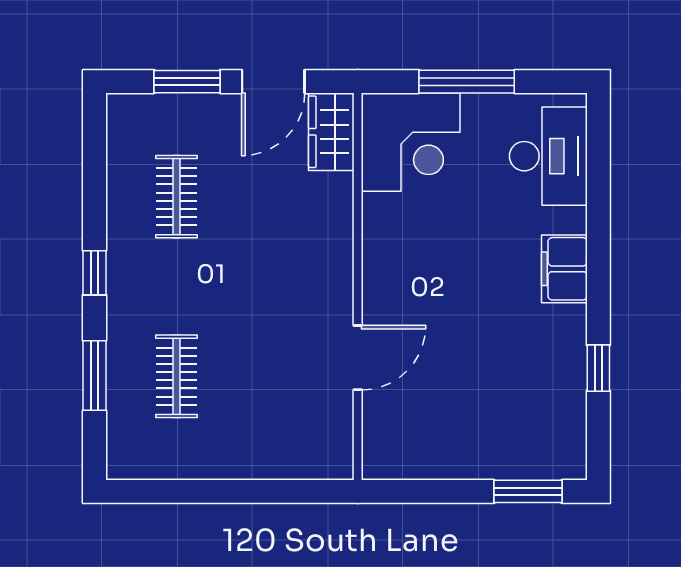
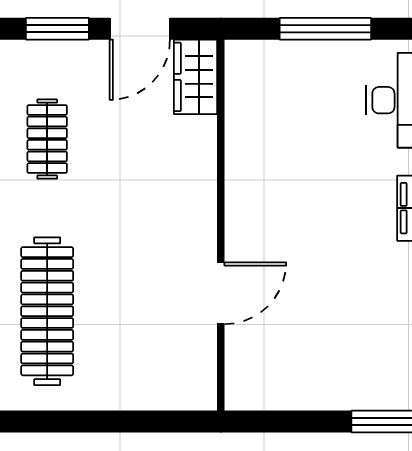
corner desk: (411, 142) -> (272, 87), removed
clothes rail: (176, 376) -> (47, 311), width x1.86, depth x1.31

